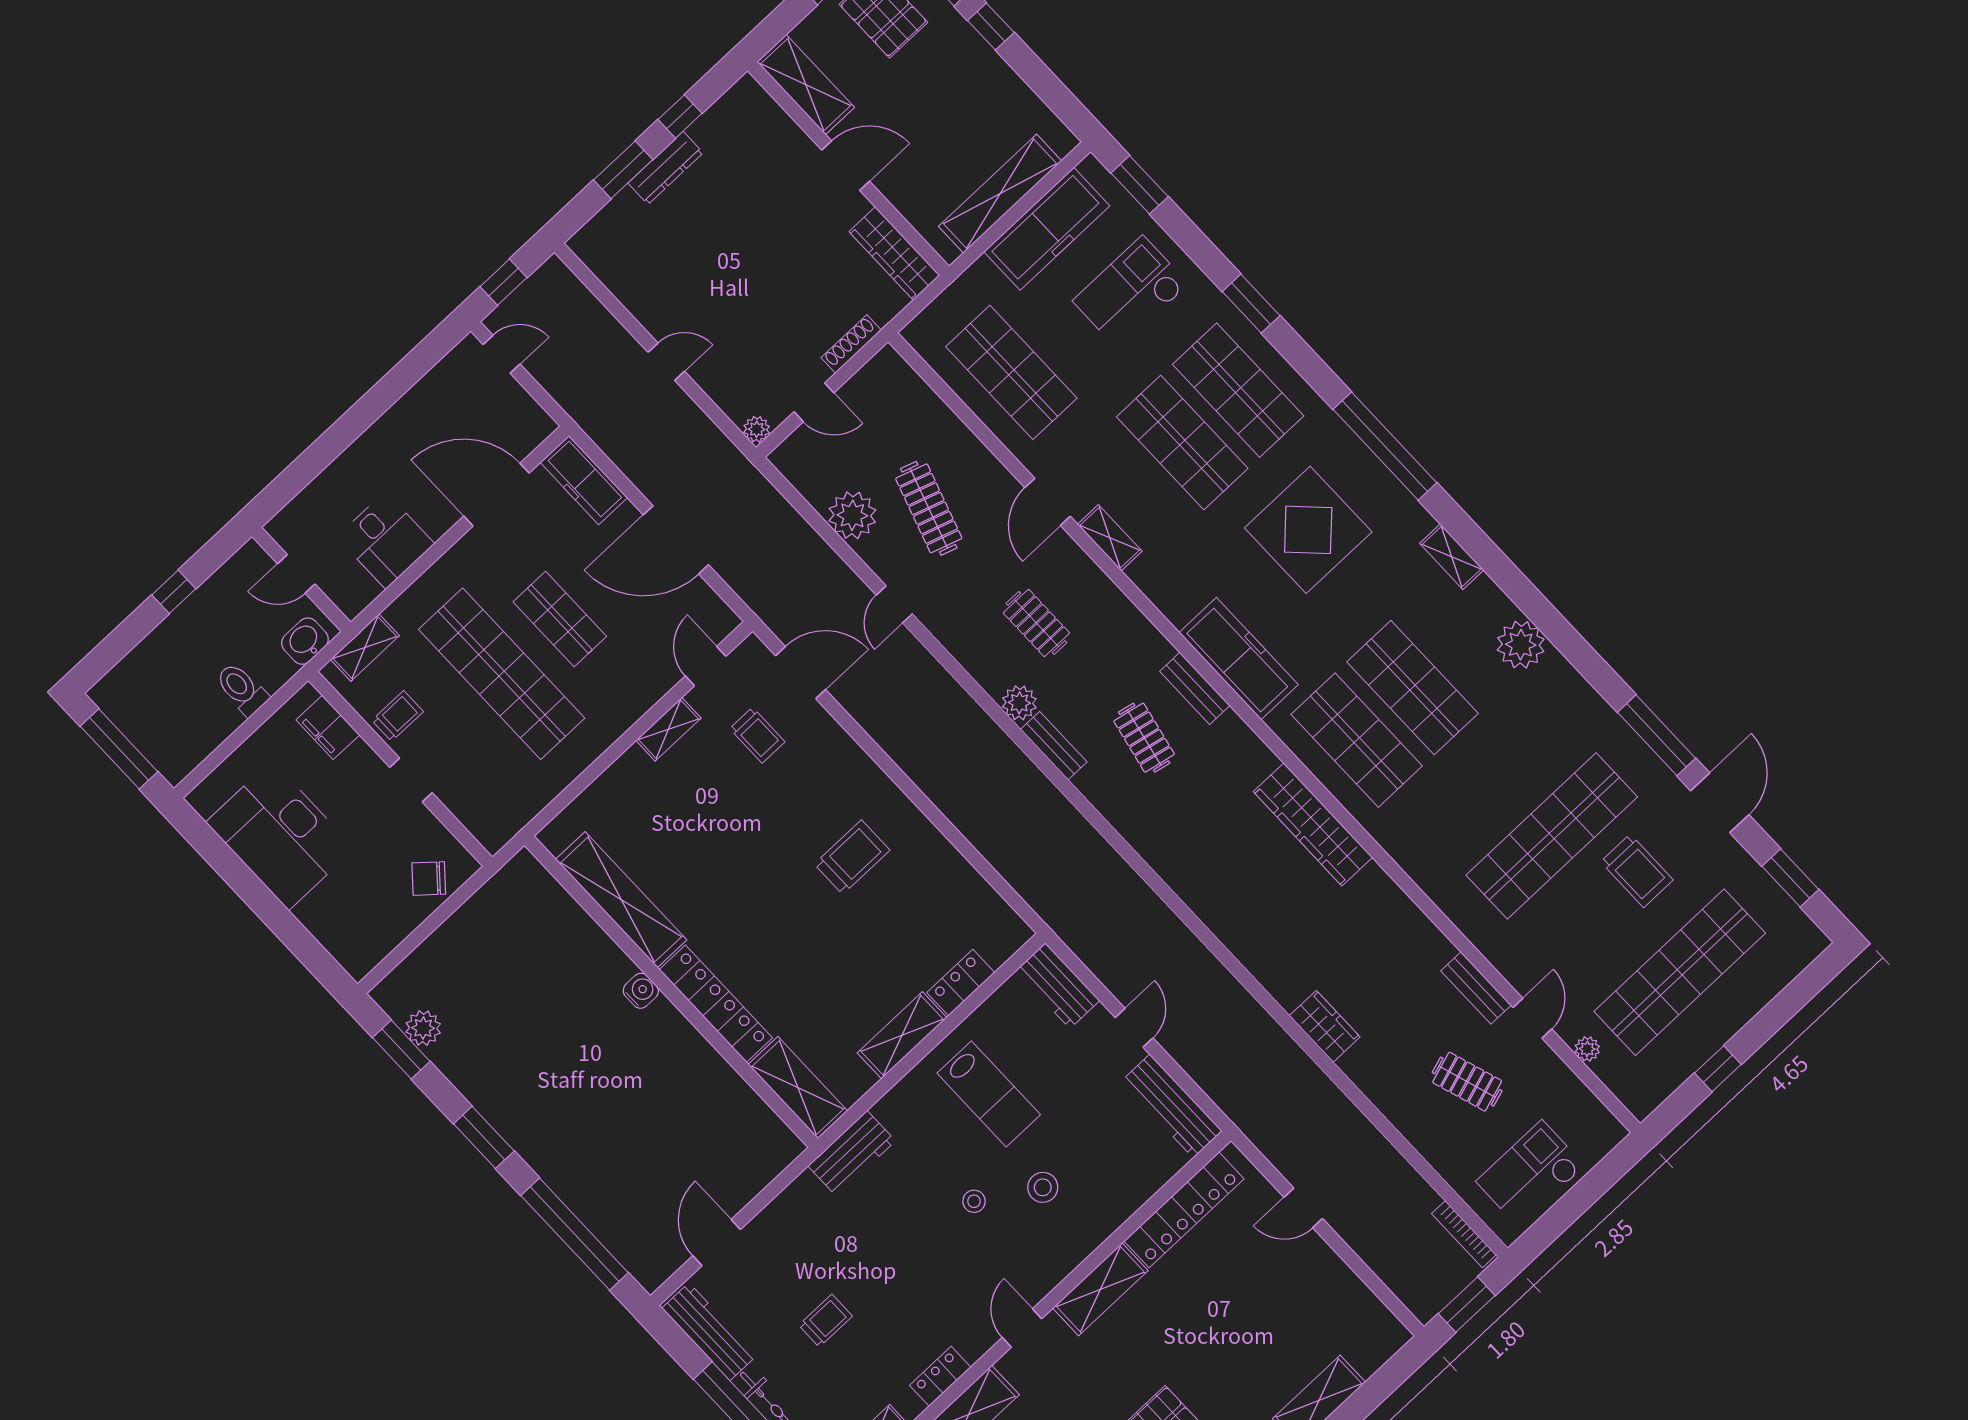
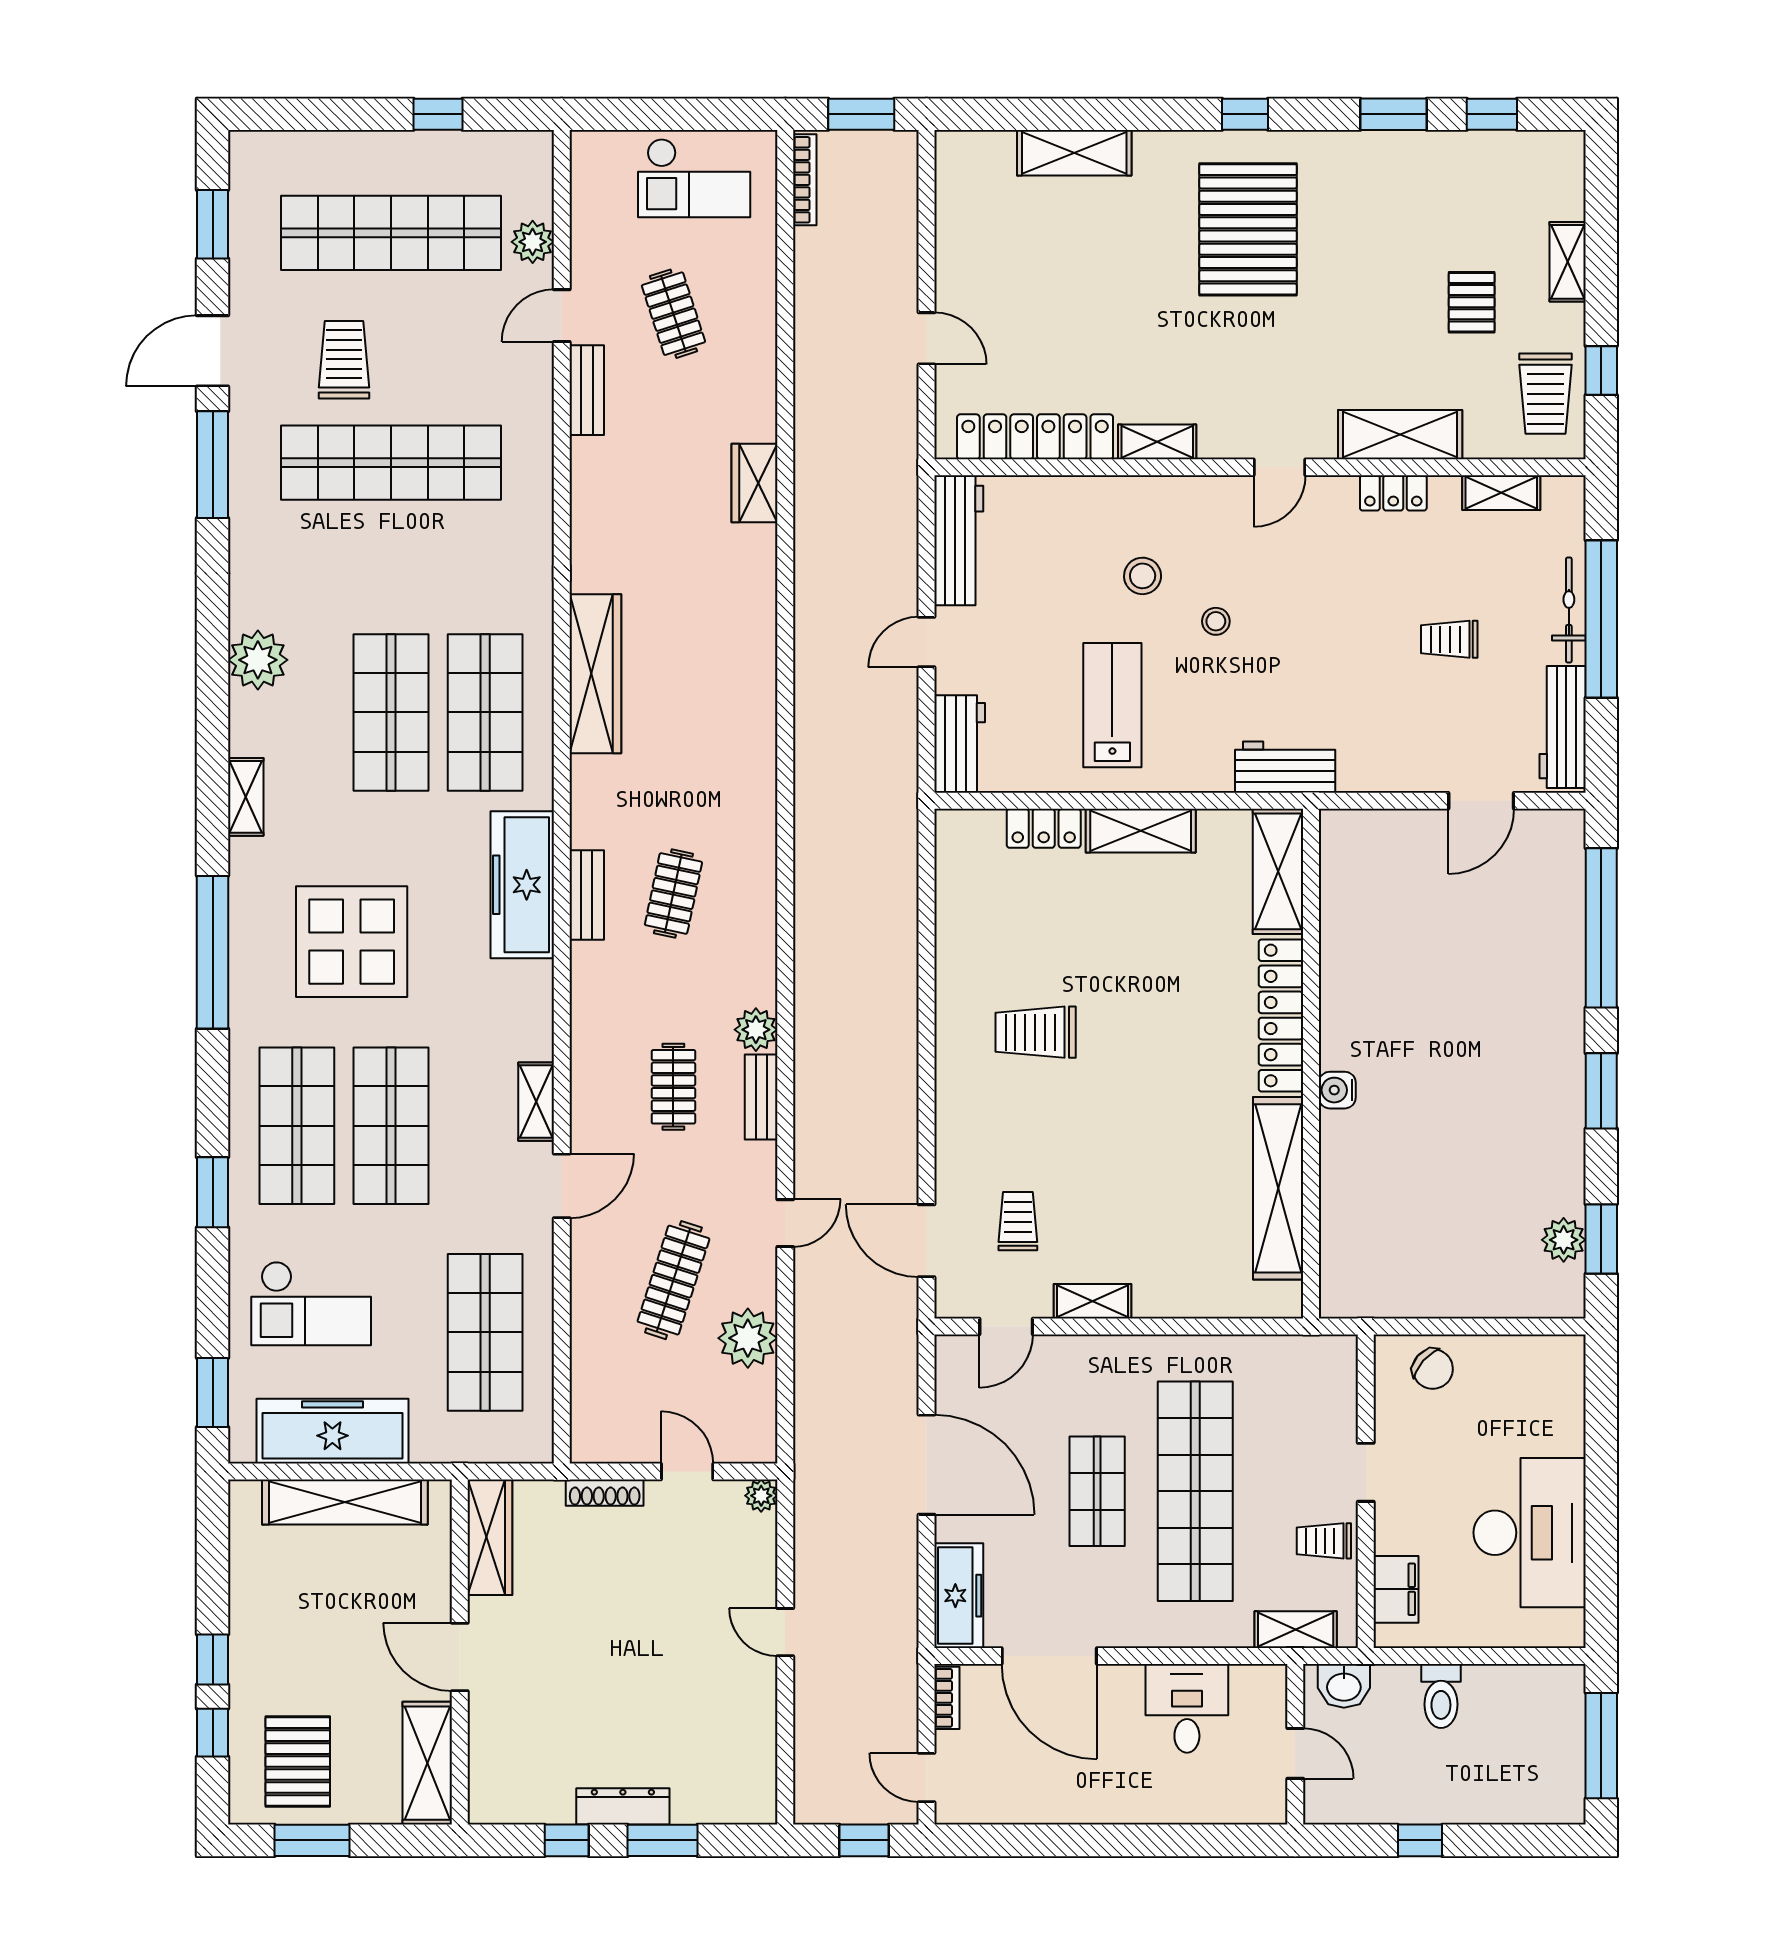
bookcase: (534, 413) -> (947, 1698), added
bench: (1054, 746) -> (761, 1097), moved
plant: (1587, 1049) -> (533, 242), width x1.38, depth x1.38
shelving: (1100, 1289) -> (1157, 442), width x0.67, depth x0.75

